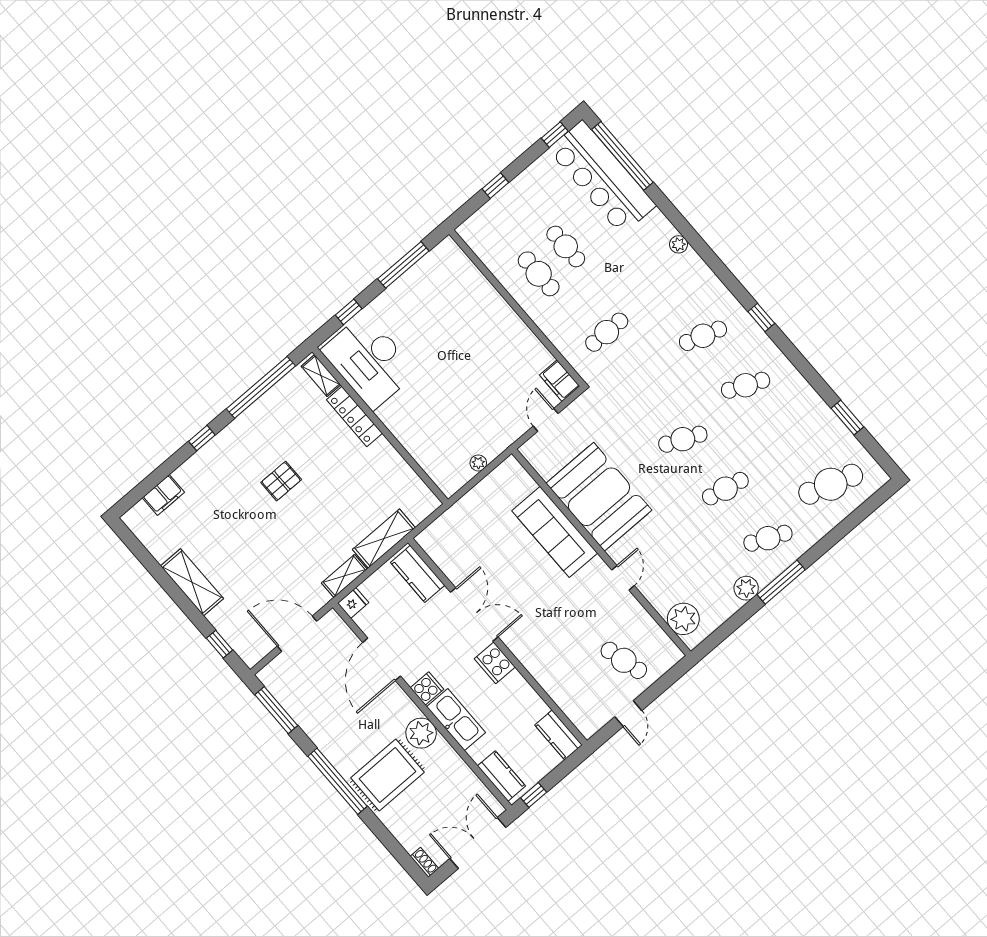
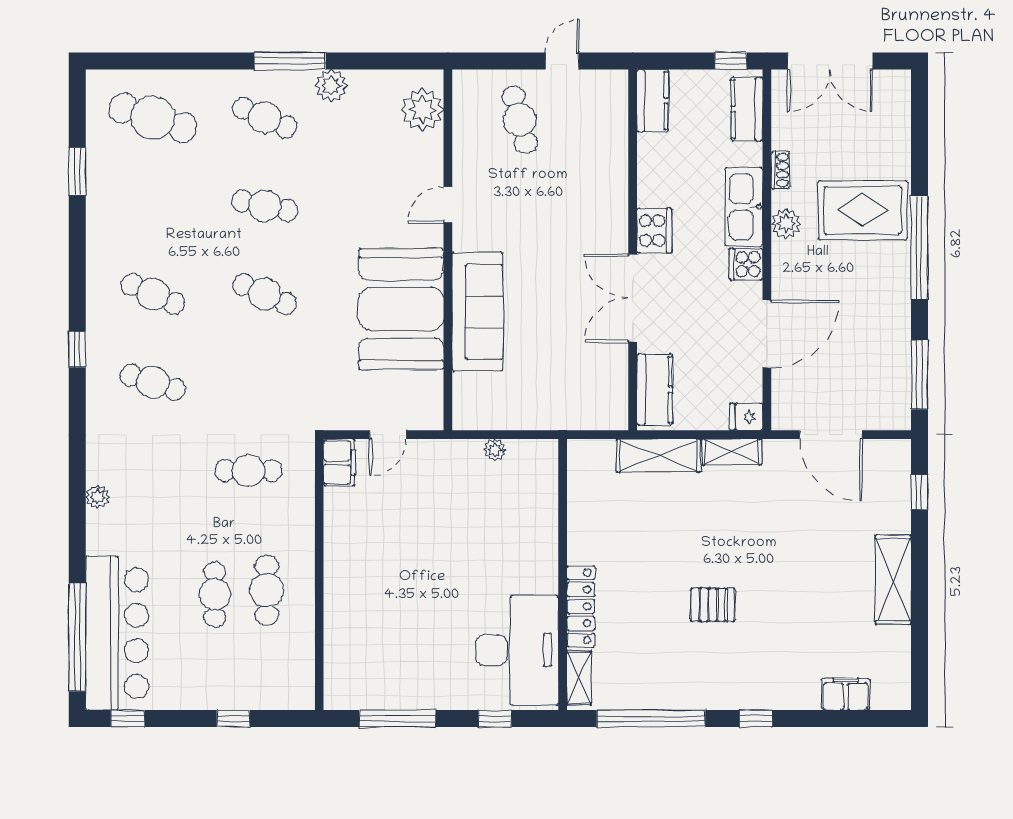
plant: (421, 733) -> (786, 224), width x0.73, depth x0.73
shoe rack: (424, 862) -> (780, 170), moved, turned 180

